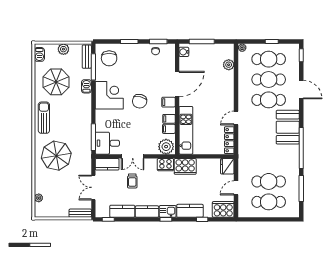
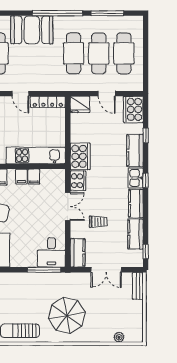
plant: (166, 147) -> (56, 180), removed
double door: (133, 156) -> (68, 206), moved
cafe table: (269, 161) -> (74, 53), added

